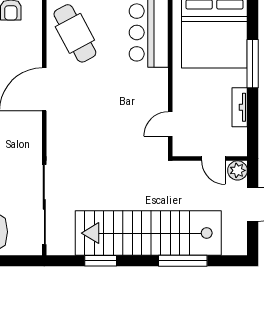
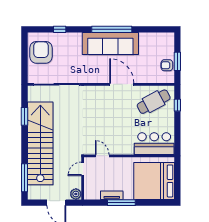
window: (253, 64) -> (121, 203), moved
door: (213, 159) -> (83, 169), moved
window: (183, 261) -> (25, 178), moved

